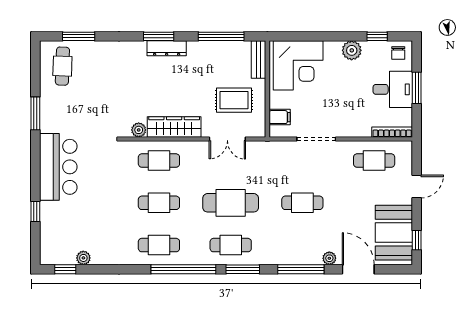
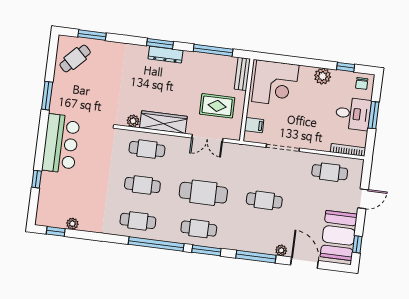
cafe table: (62, 66) -> (75, 59), turned 42

